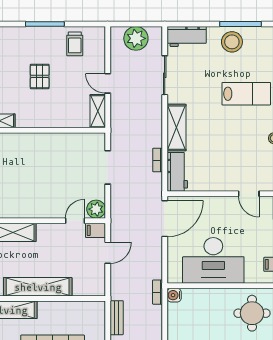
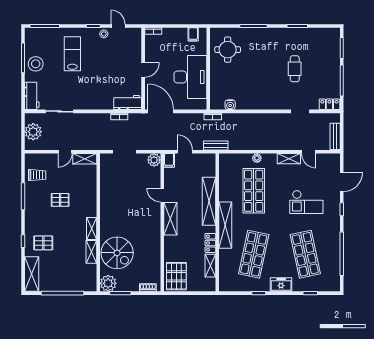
shelving: (176, 128) -> (96, 103), removed
door: (249, 194) -> (143, 70), moved
door: (75, 221) -> (162, 195), moved
water cooler: (174, 295) -> (230, 105), moved
bench: (117, 318) -> (216, 145), moved

